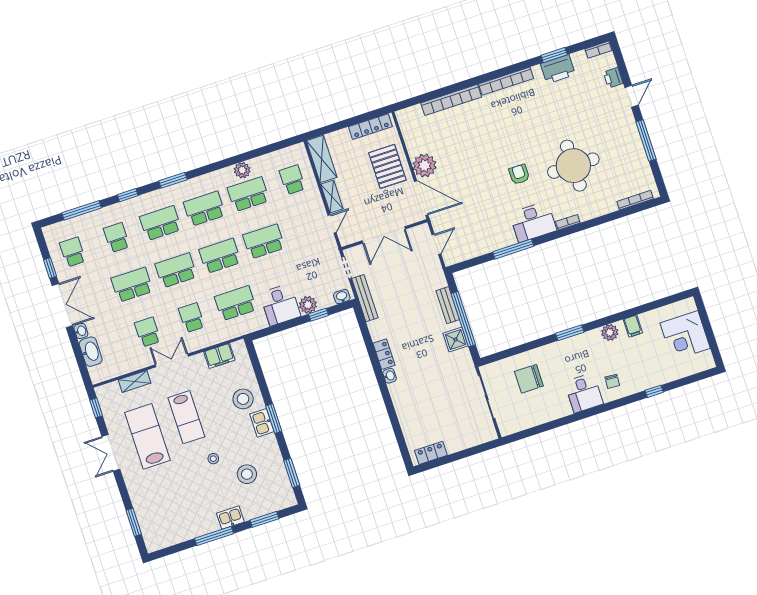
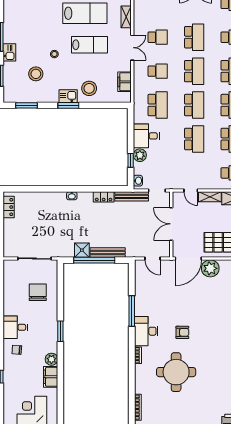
bench: (448, 305) -> (108, 252), width x1.36
filing cabinet: (633, 326) -> (51, 377), width x2.00
locker: (384, 354) -> (104, 197), moved
lab bench: (186, 417) -> (89, 45), turned 180

